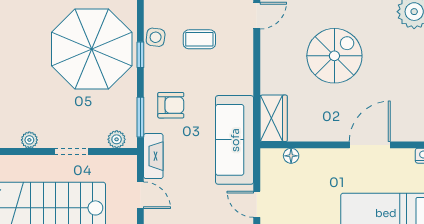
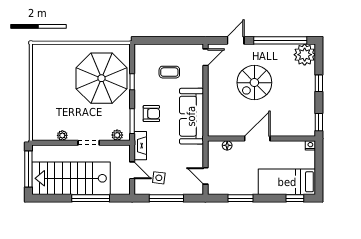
side table: (156, 37) -> (159, 178), moved
spiral stairs: (334, 56) -> (254, 83), turned 180
wardrobe: (274, 118) -> (216, 122), removed
sofa: (235, 140) -> (191, 116), moved
door: (370, 145) -> (257, 139), moved

